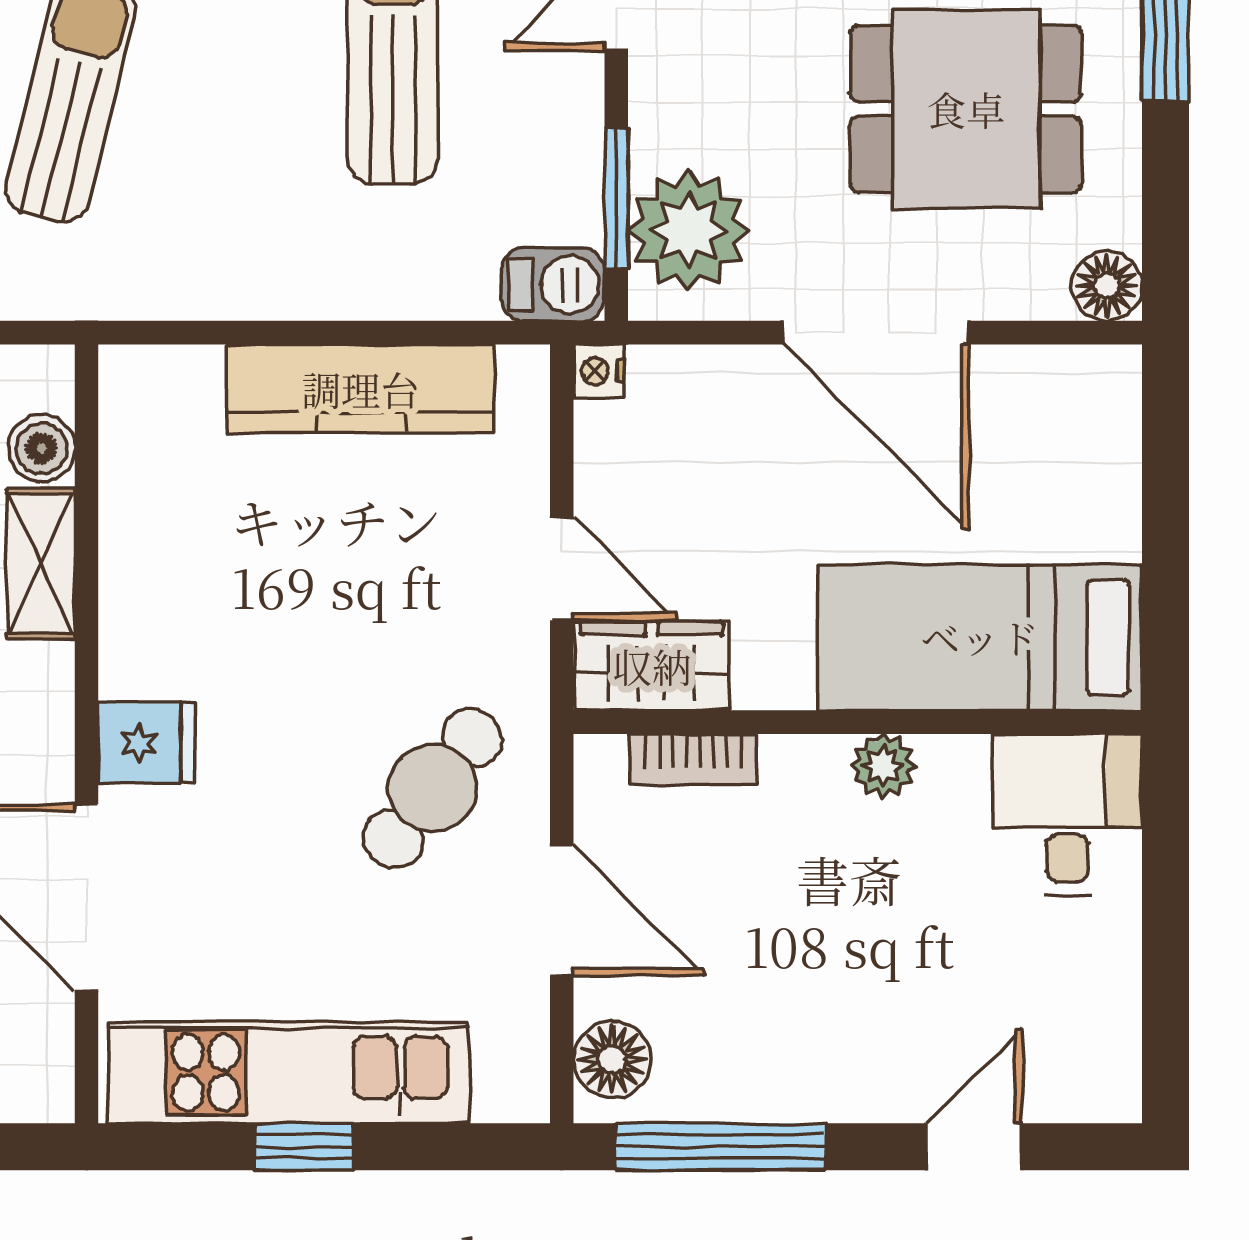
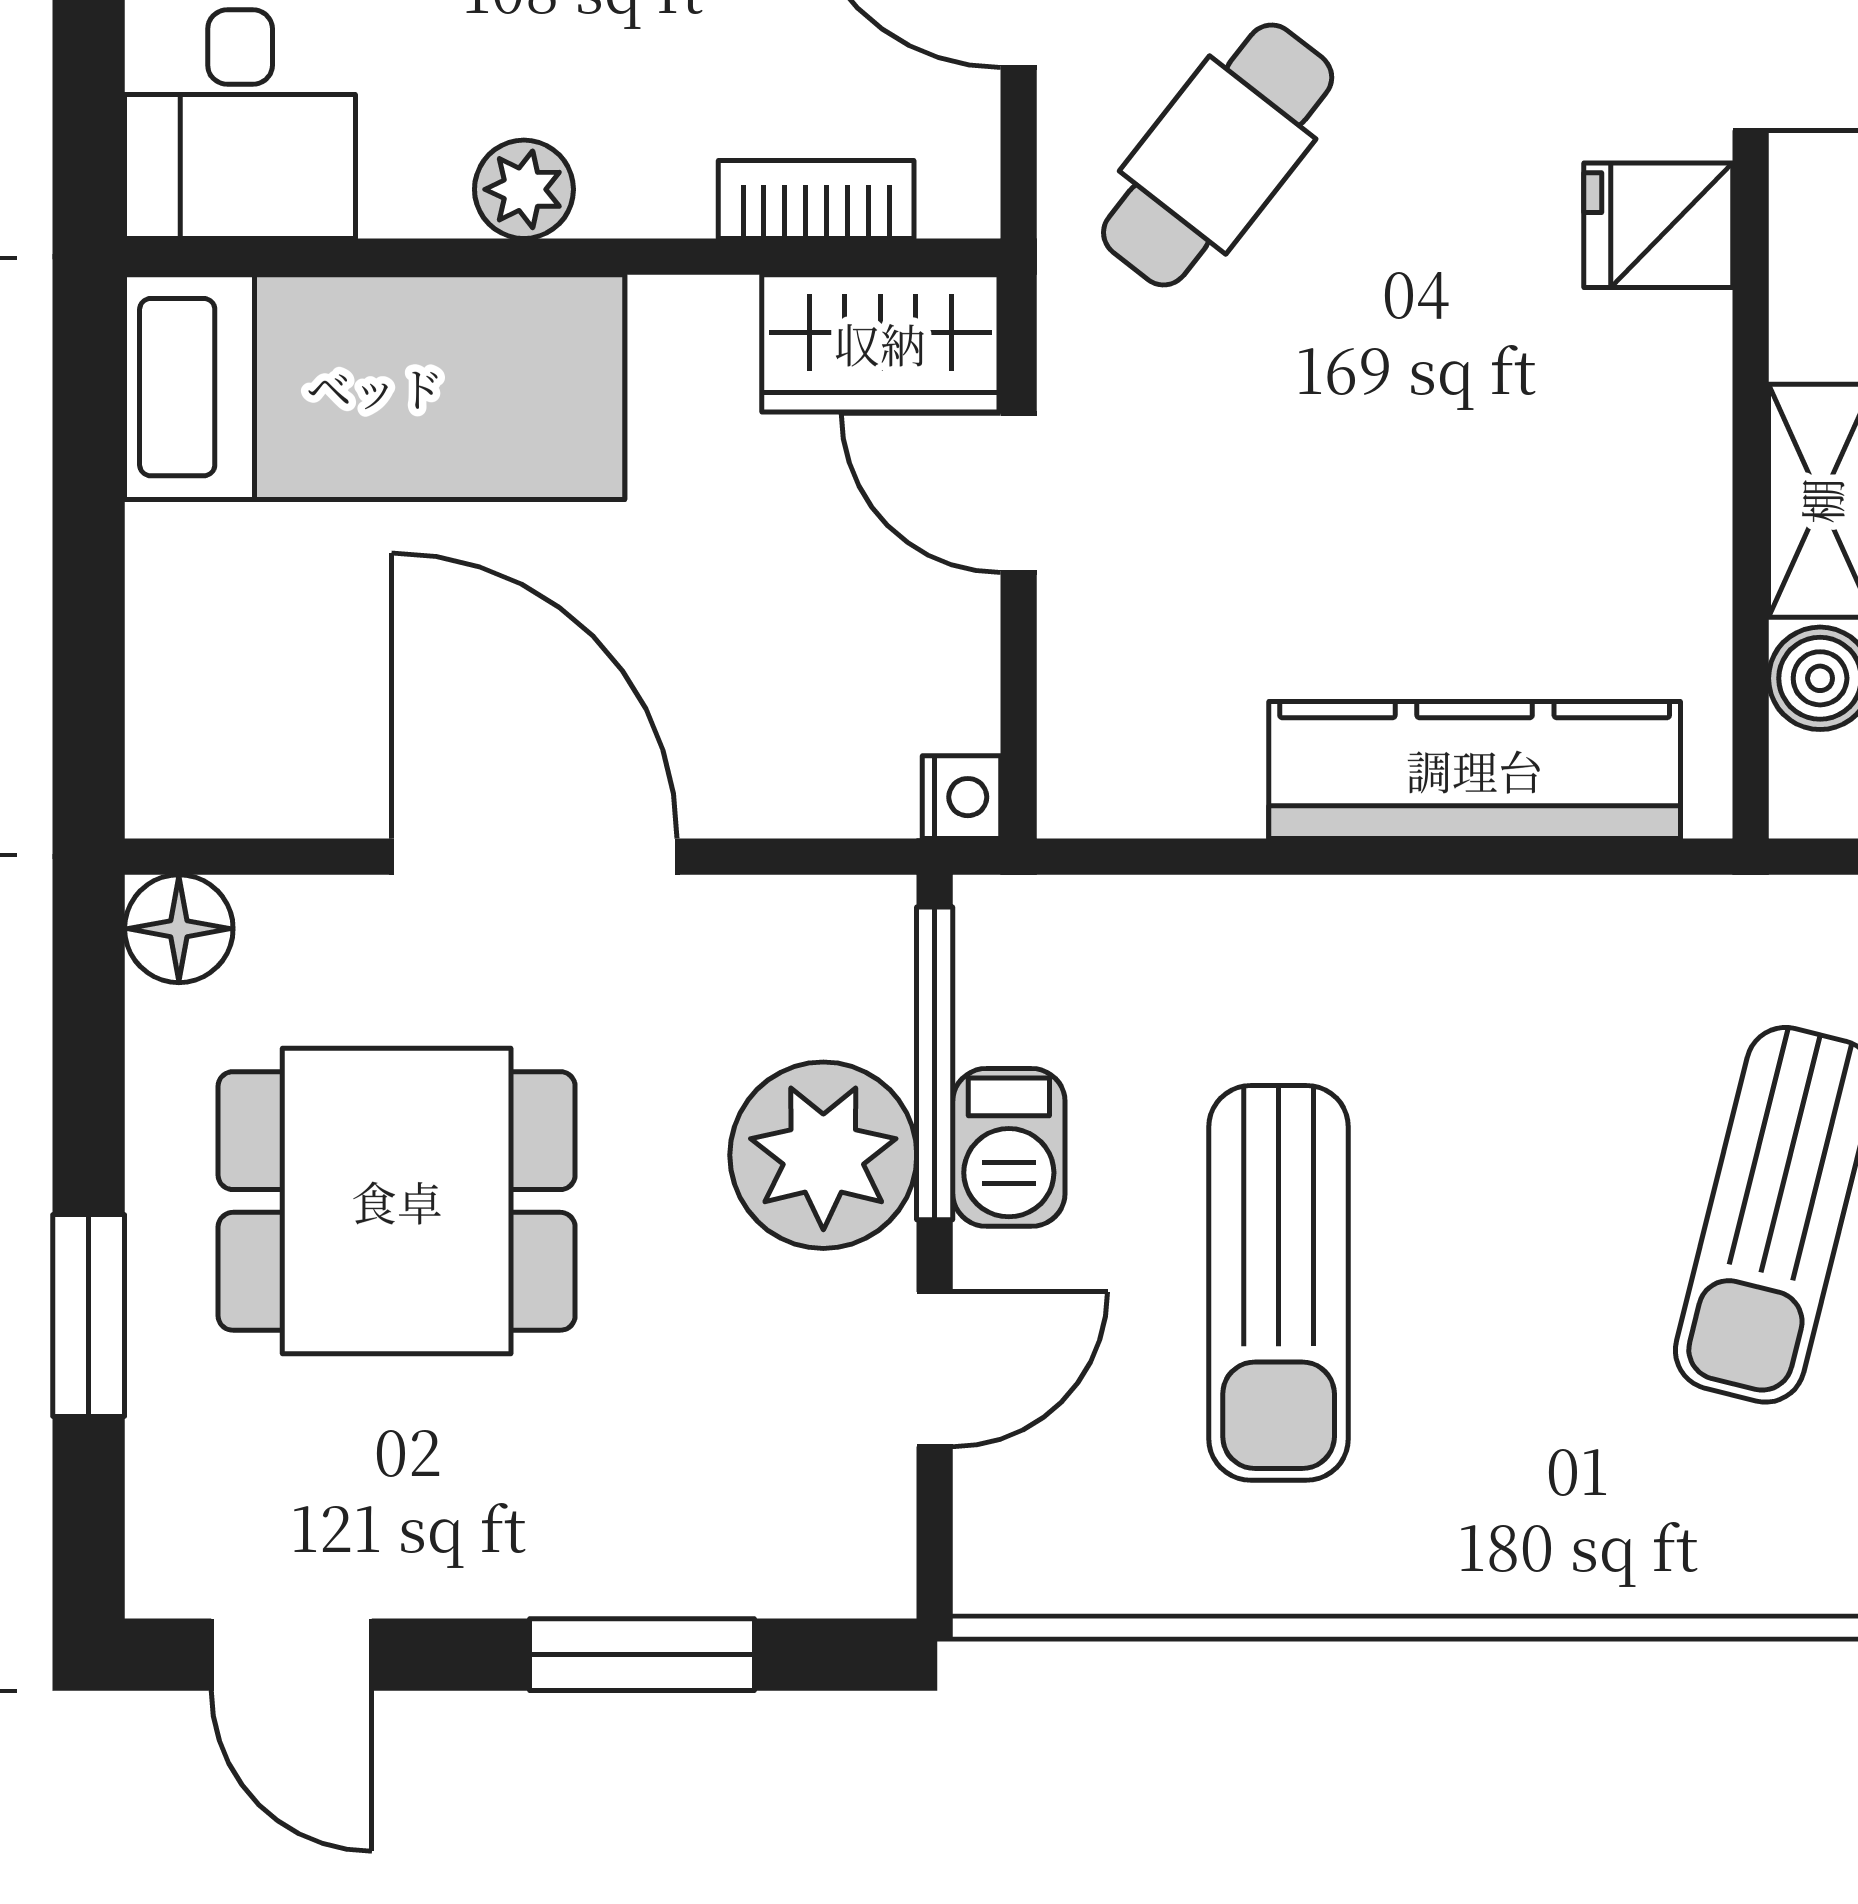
window: (616, 198) -> (935, 1063), width x1.44
plant: (689, 230) -> (823, 1155), moved
barbecue: (553, 285) -> (1009, 1147), moved, turned -90
kitchen counter: (361, 389) -> (1475, 770), moved

